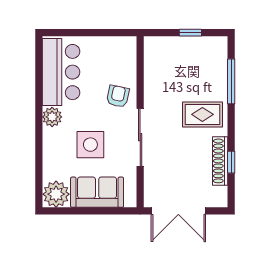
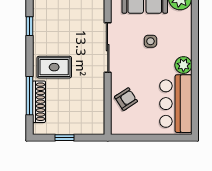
armchair: (118, 96) -> (126, 99), moved, turned -135
side table: (90, 145) -> (150, 41), width x0.54, depth x0.54
shoe rack: (220, 161) -> (39, 102), moved

